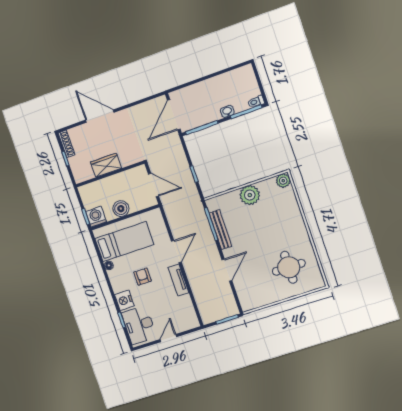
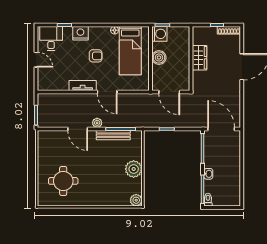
door: (154, 185) -> (169, 92), hinge flipped
plant: (213, 251) -> (97, 123), added
desk: (139, 325) -> (51, 38), width x0.73

